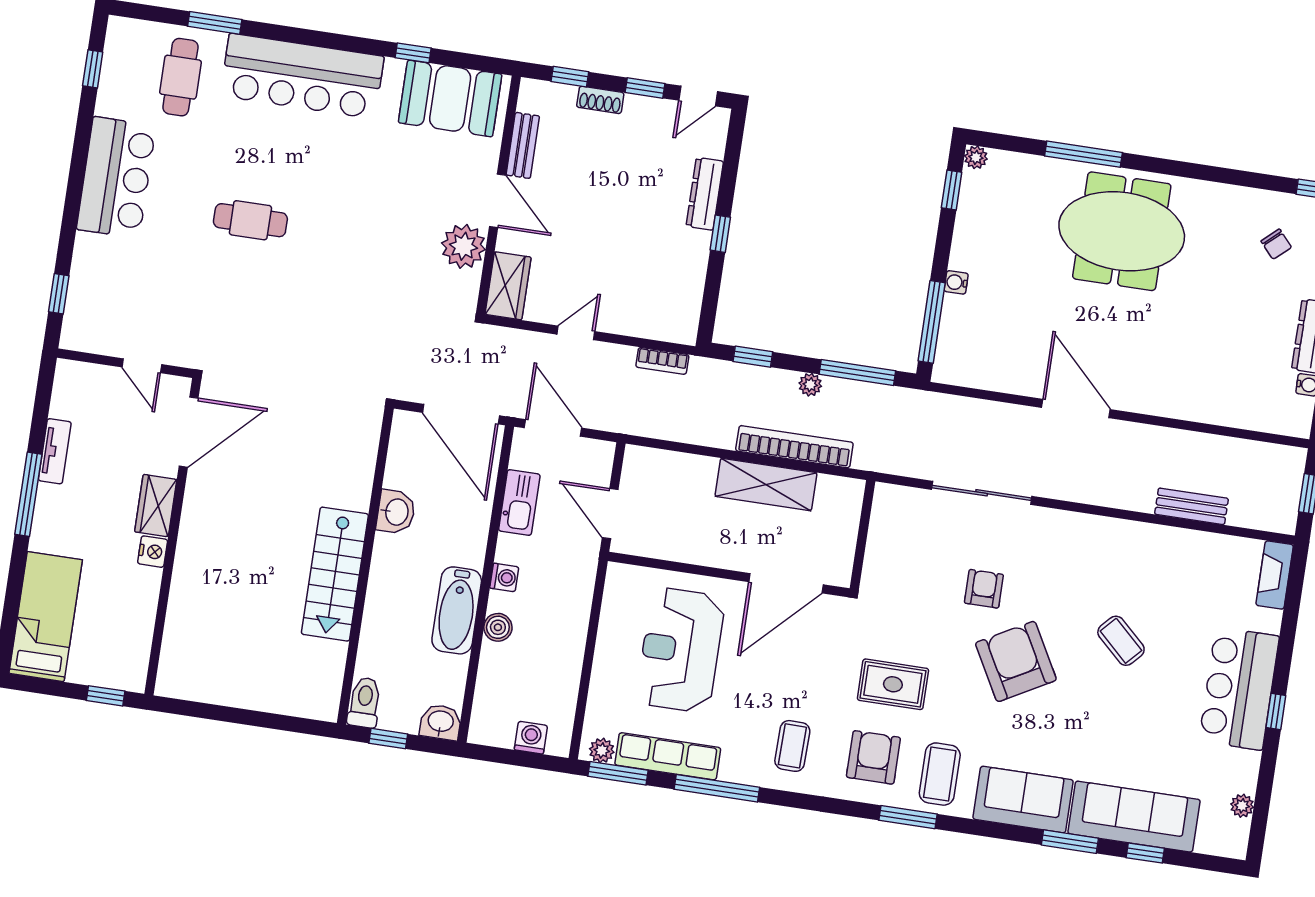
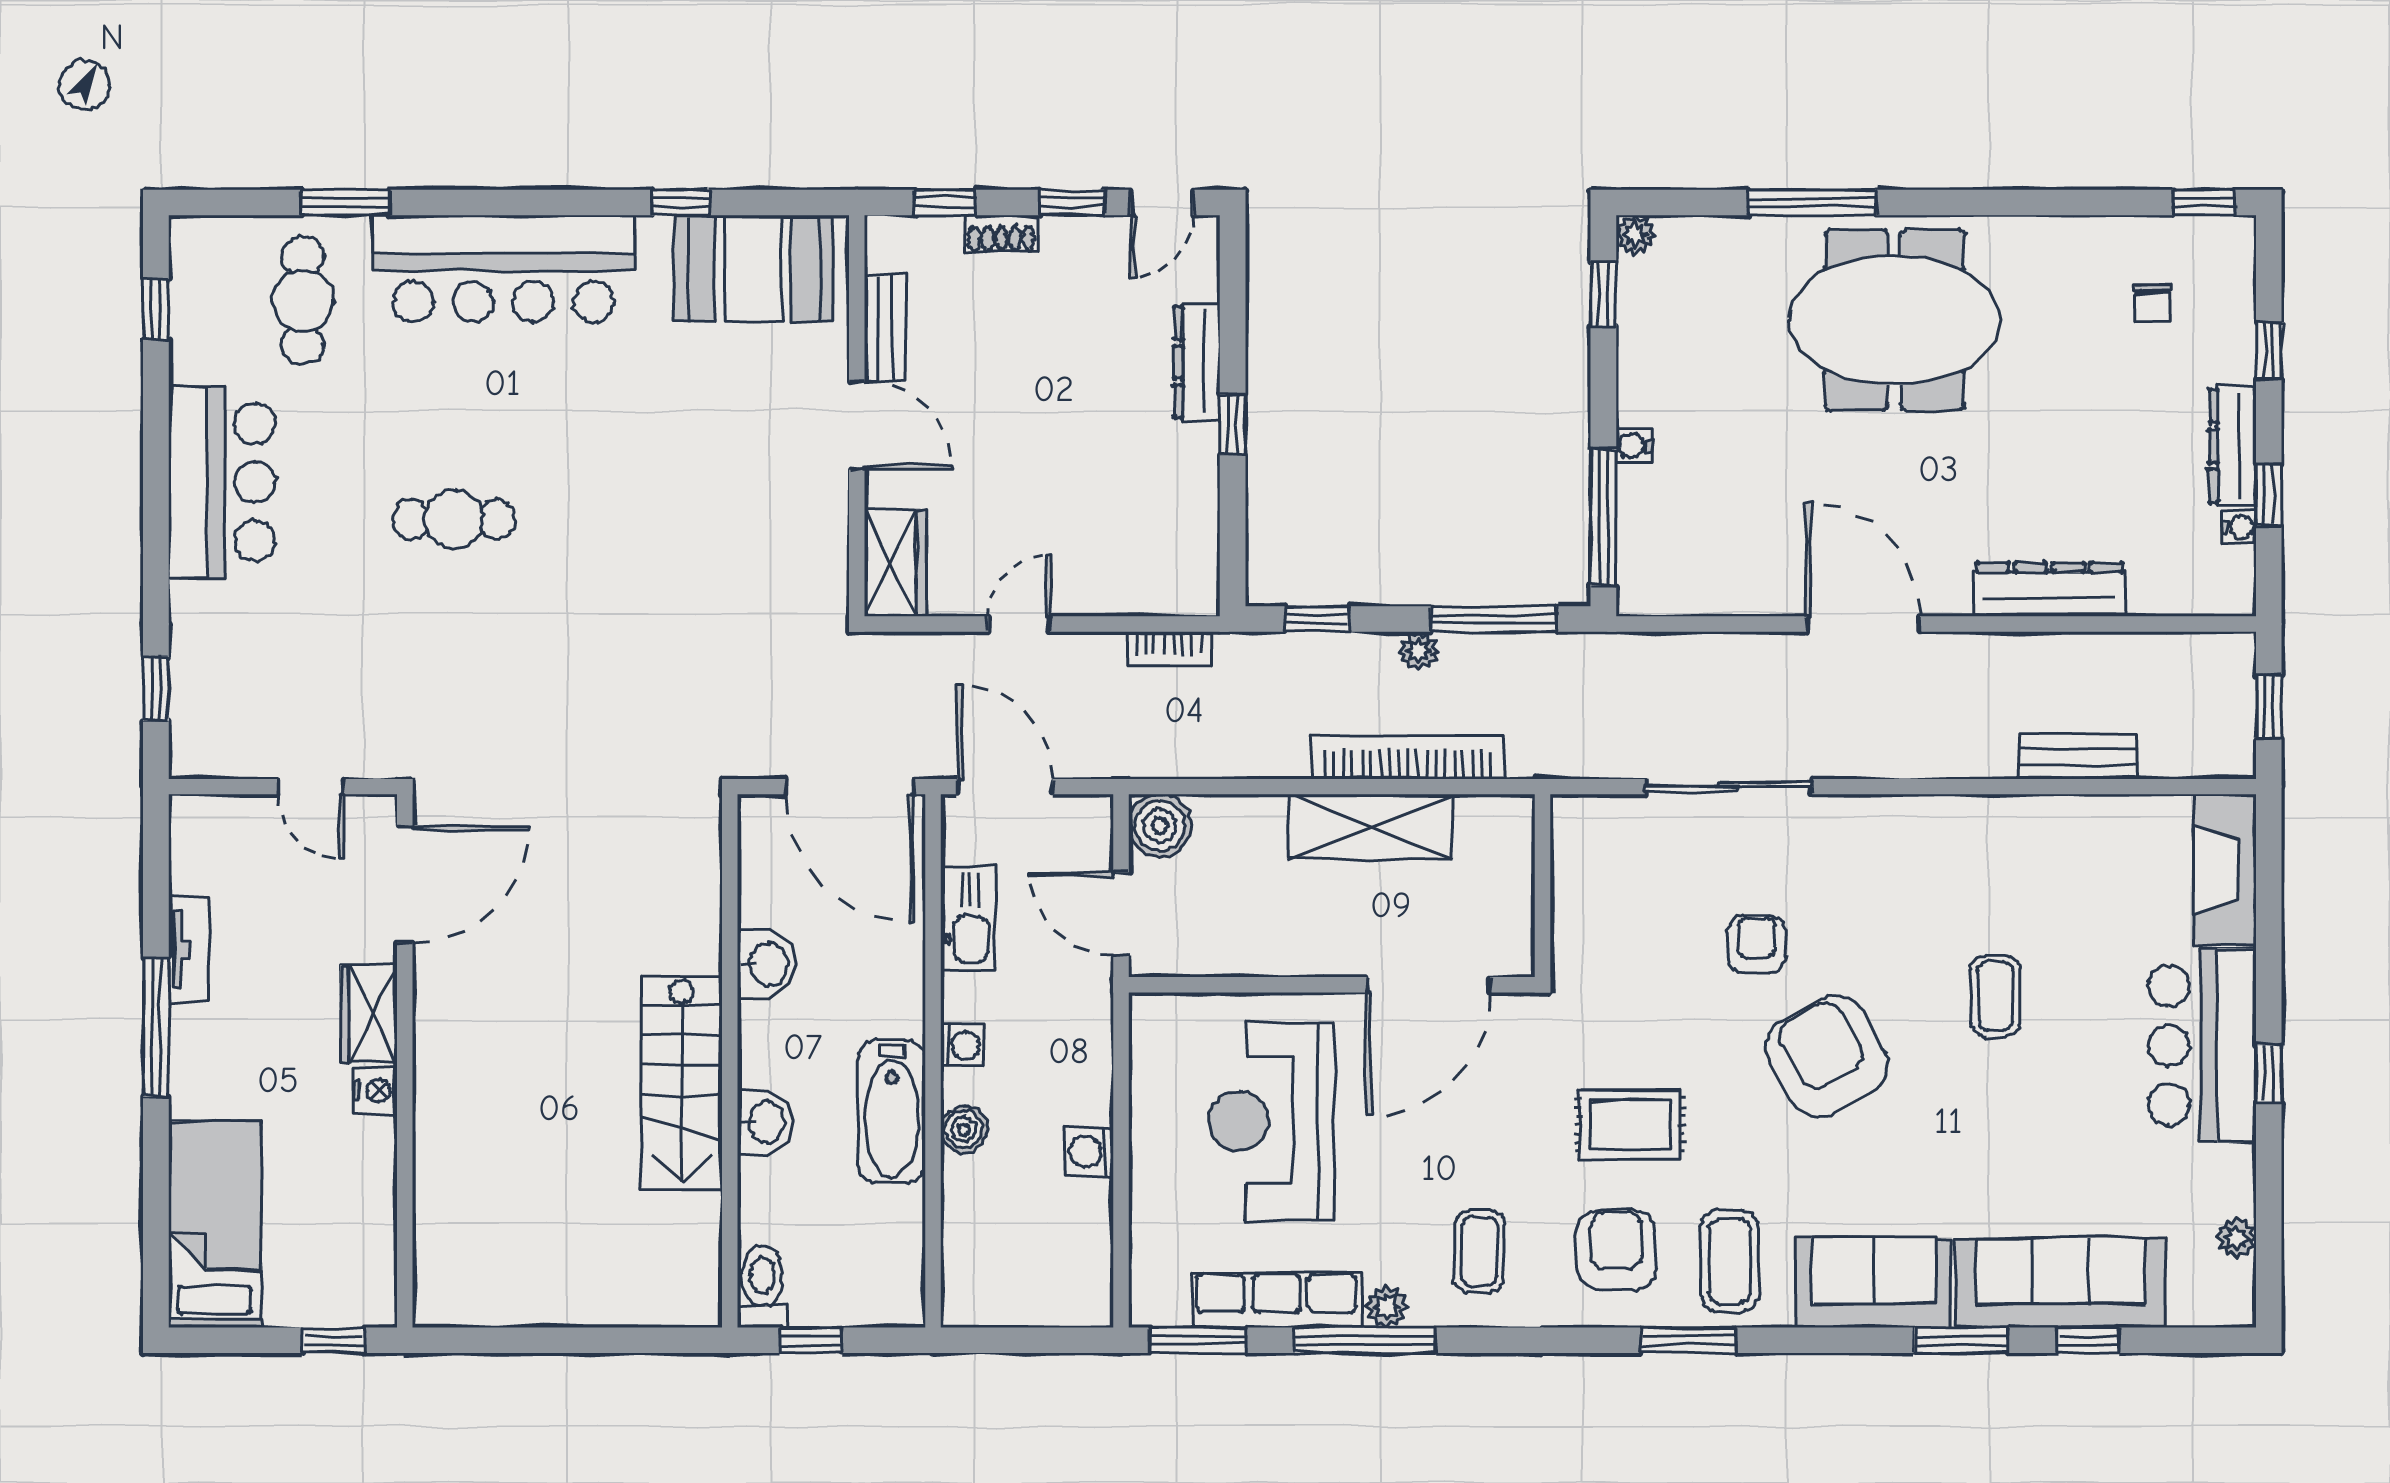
chair: (1276, 244) -> (2153, 303), turned 42
plant: (463, 246) -> (812, 509), removed
dresser: (1189, 405) -> (2050, 590), added
boiler: (641, 465) -> (1160, 826), added
fireplace: (1275, 575) -> (2225, 869), width x1.37, depth x1.32
coffee table: (1121, 641) -> (1995, 996), turned 47
washbasin: (441, 722) -> (765, 1122), moved, turned 90
washing machine: (531, 738) -> (1089, 1152), moved, turned -90
plant: (602, 751) -> (1387, 1307), moved

